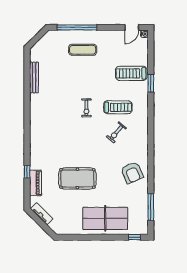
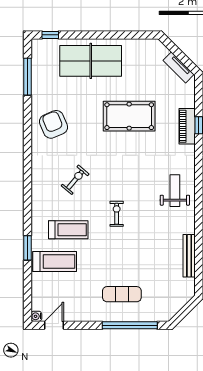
treadmill: (118, 107) -> (68, 230), moved, turned 180
weight bench: (44, 125) -> (175, 191), added
piano: (35, 183) -> (187, 126), moved

